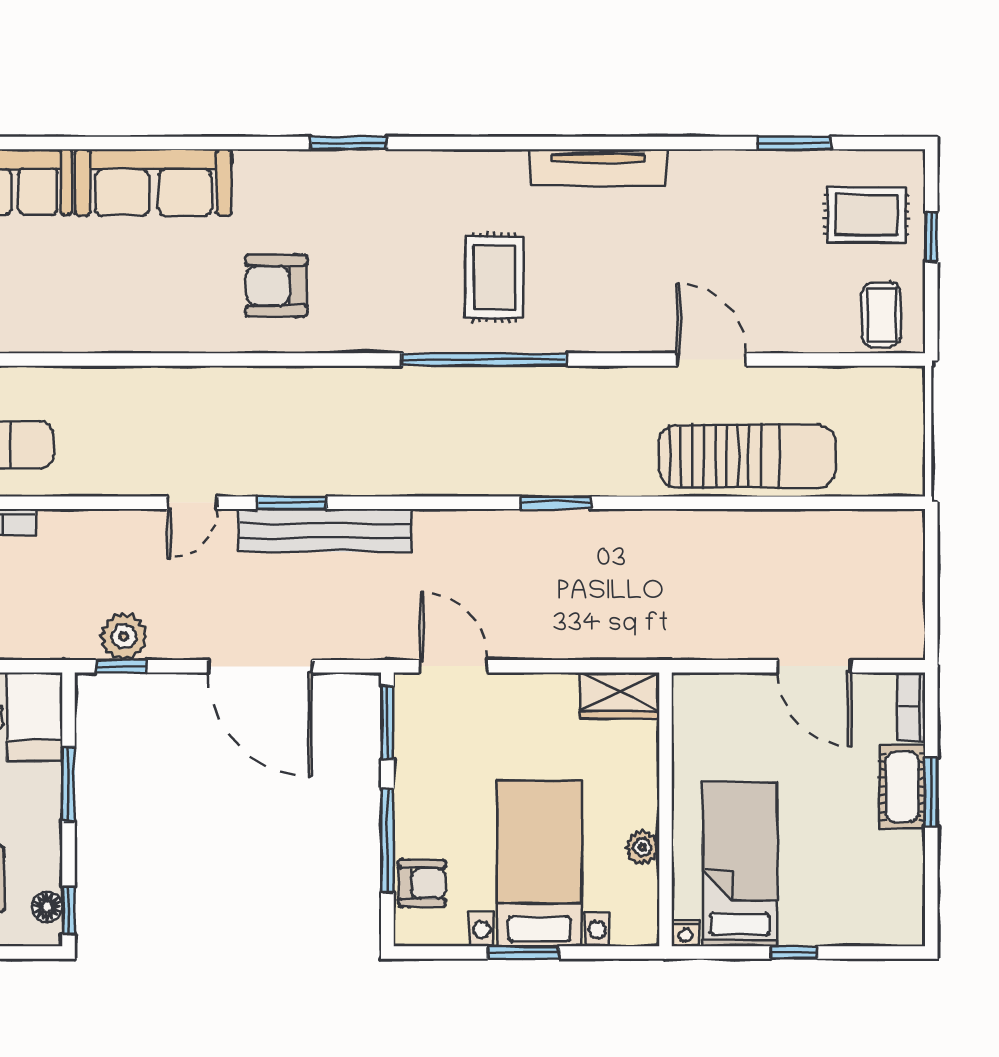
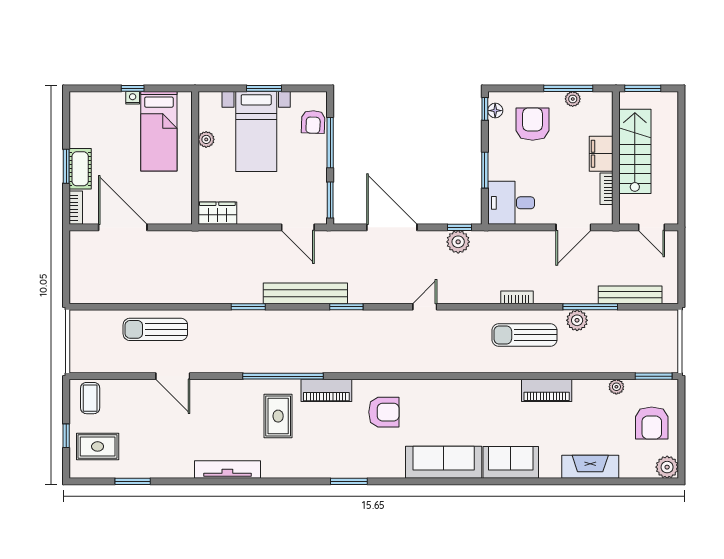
piano: (395, 330) -> (326, 390), added
sun lounger: (747, 456) -> (155, 329), width x0.73, depth x0.75
window: (292, 503) -> (346, 307), moved
bench: (325, 530) -> (305, 293), moved
door: (814, 666) -> (123, 227), width x1.36
armchair: (422, 883) -> (313, 122), turned -88
nightstand: (685, 933) -> (133, 98), moved

